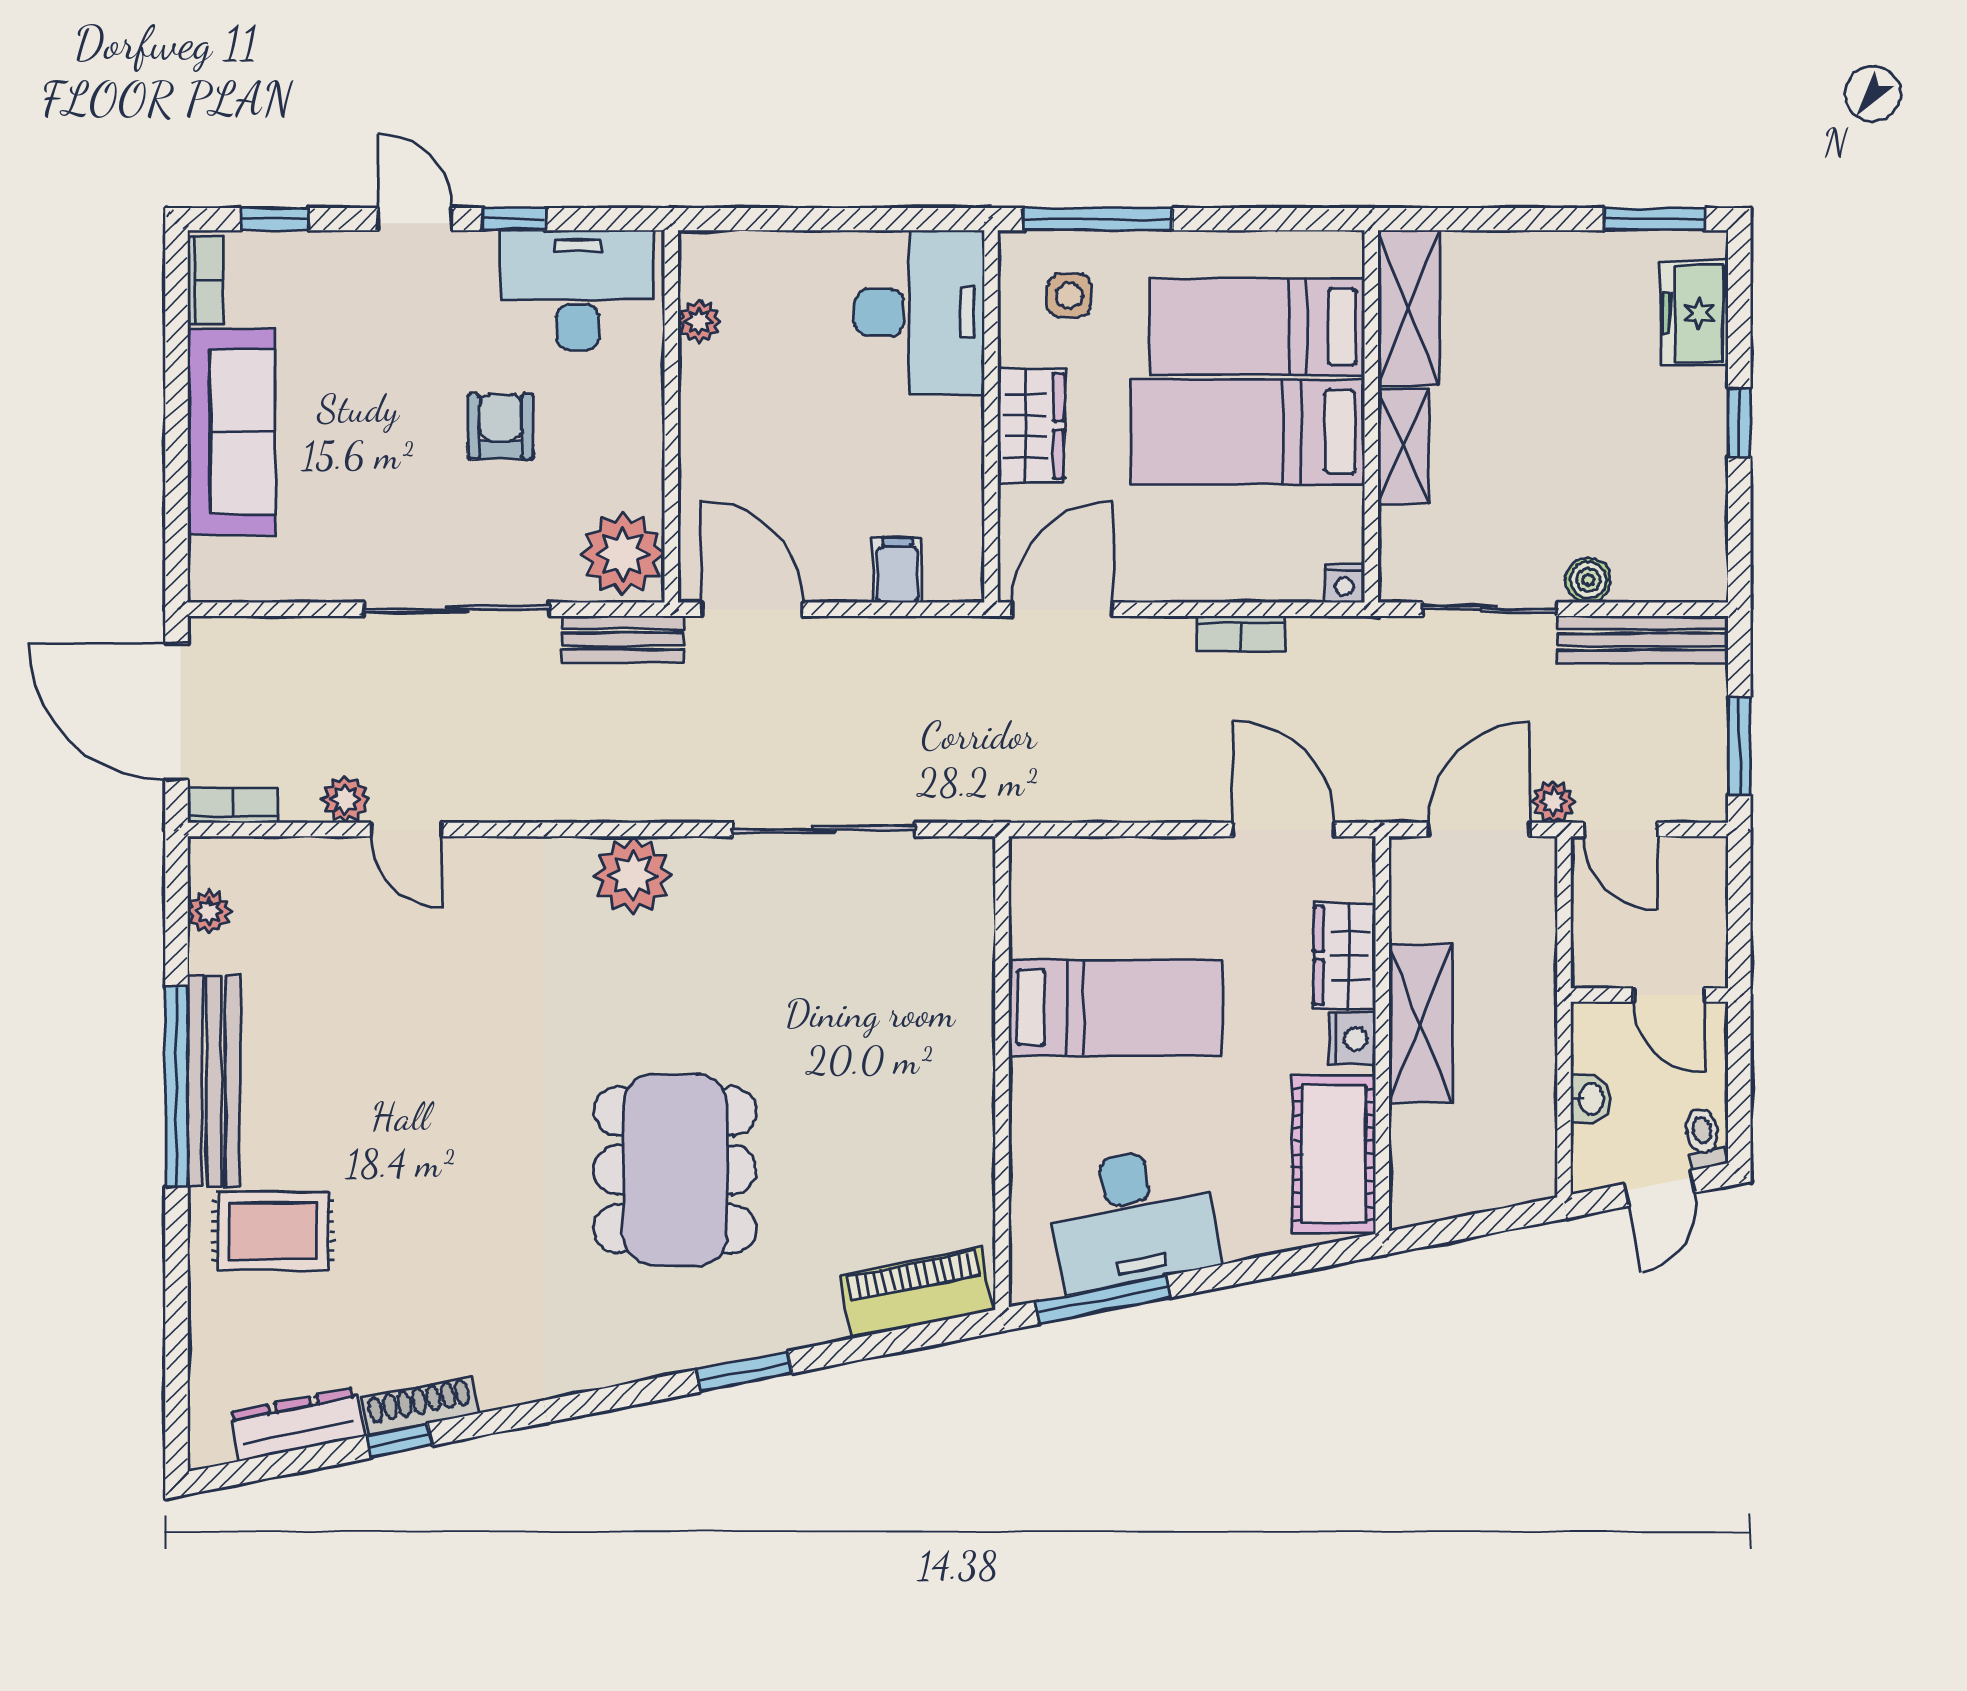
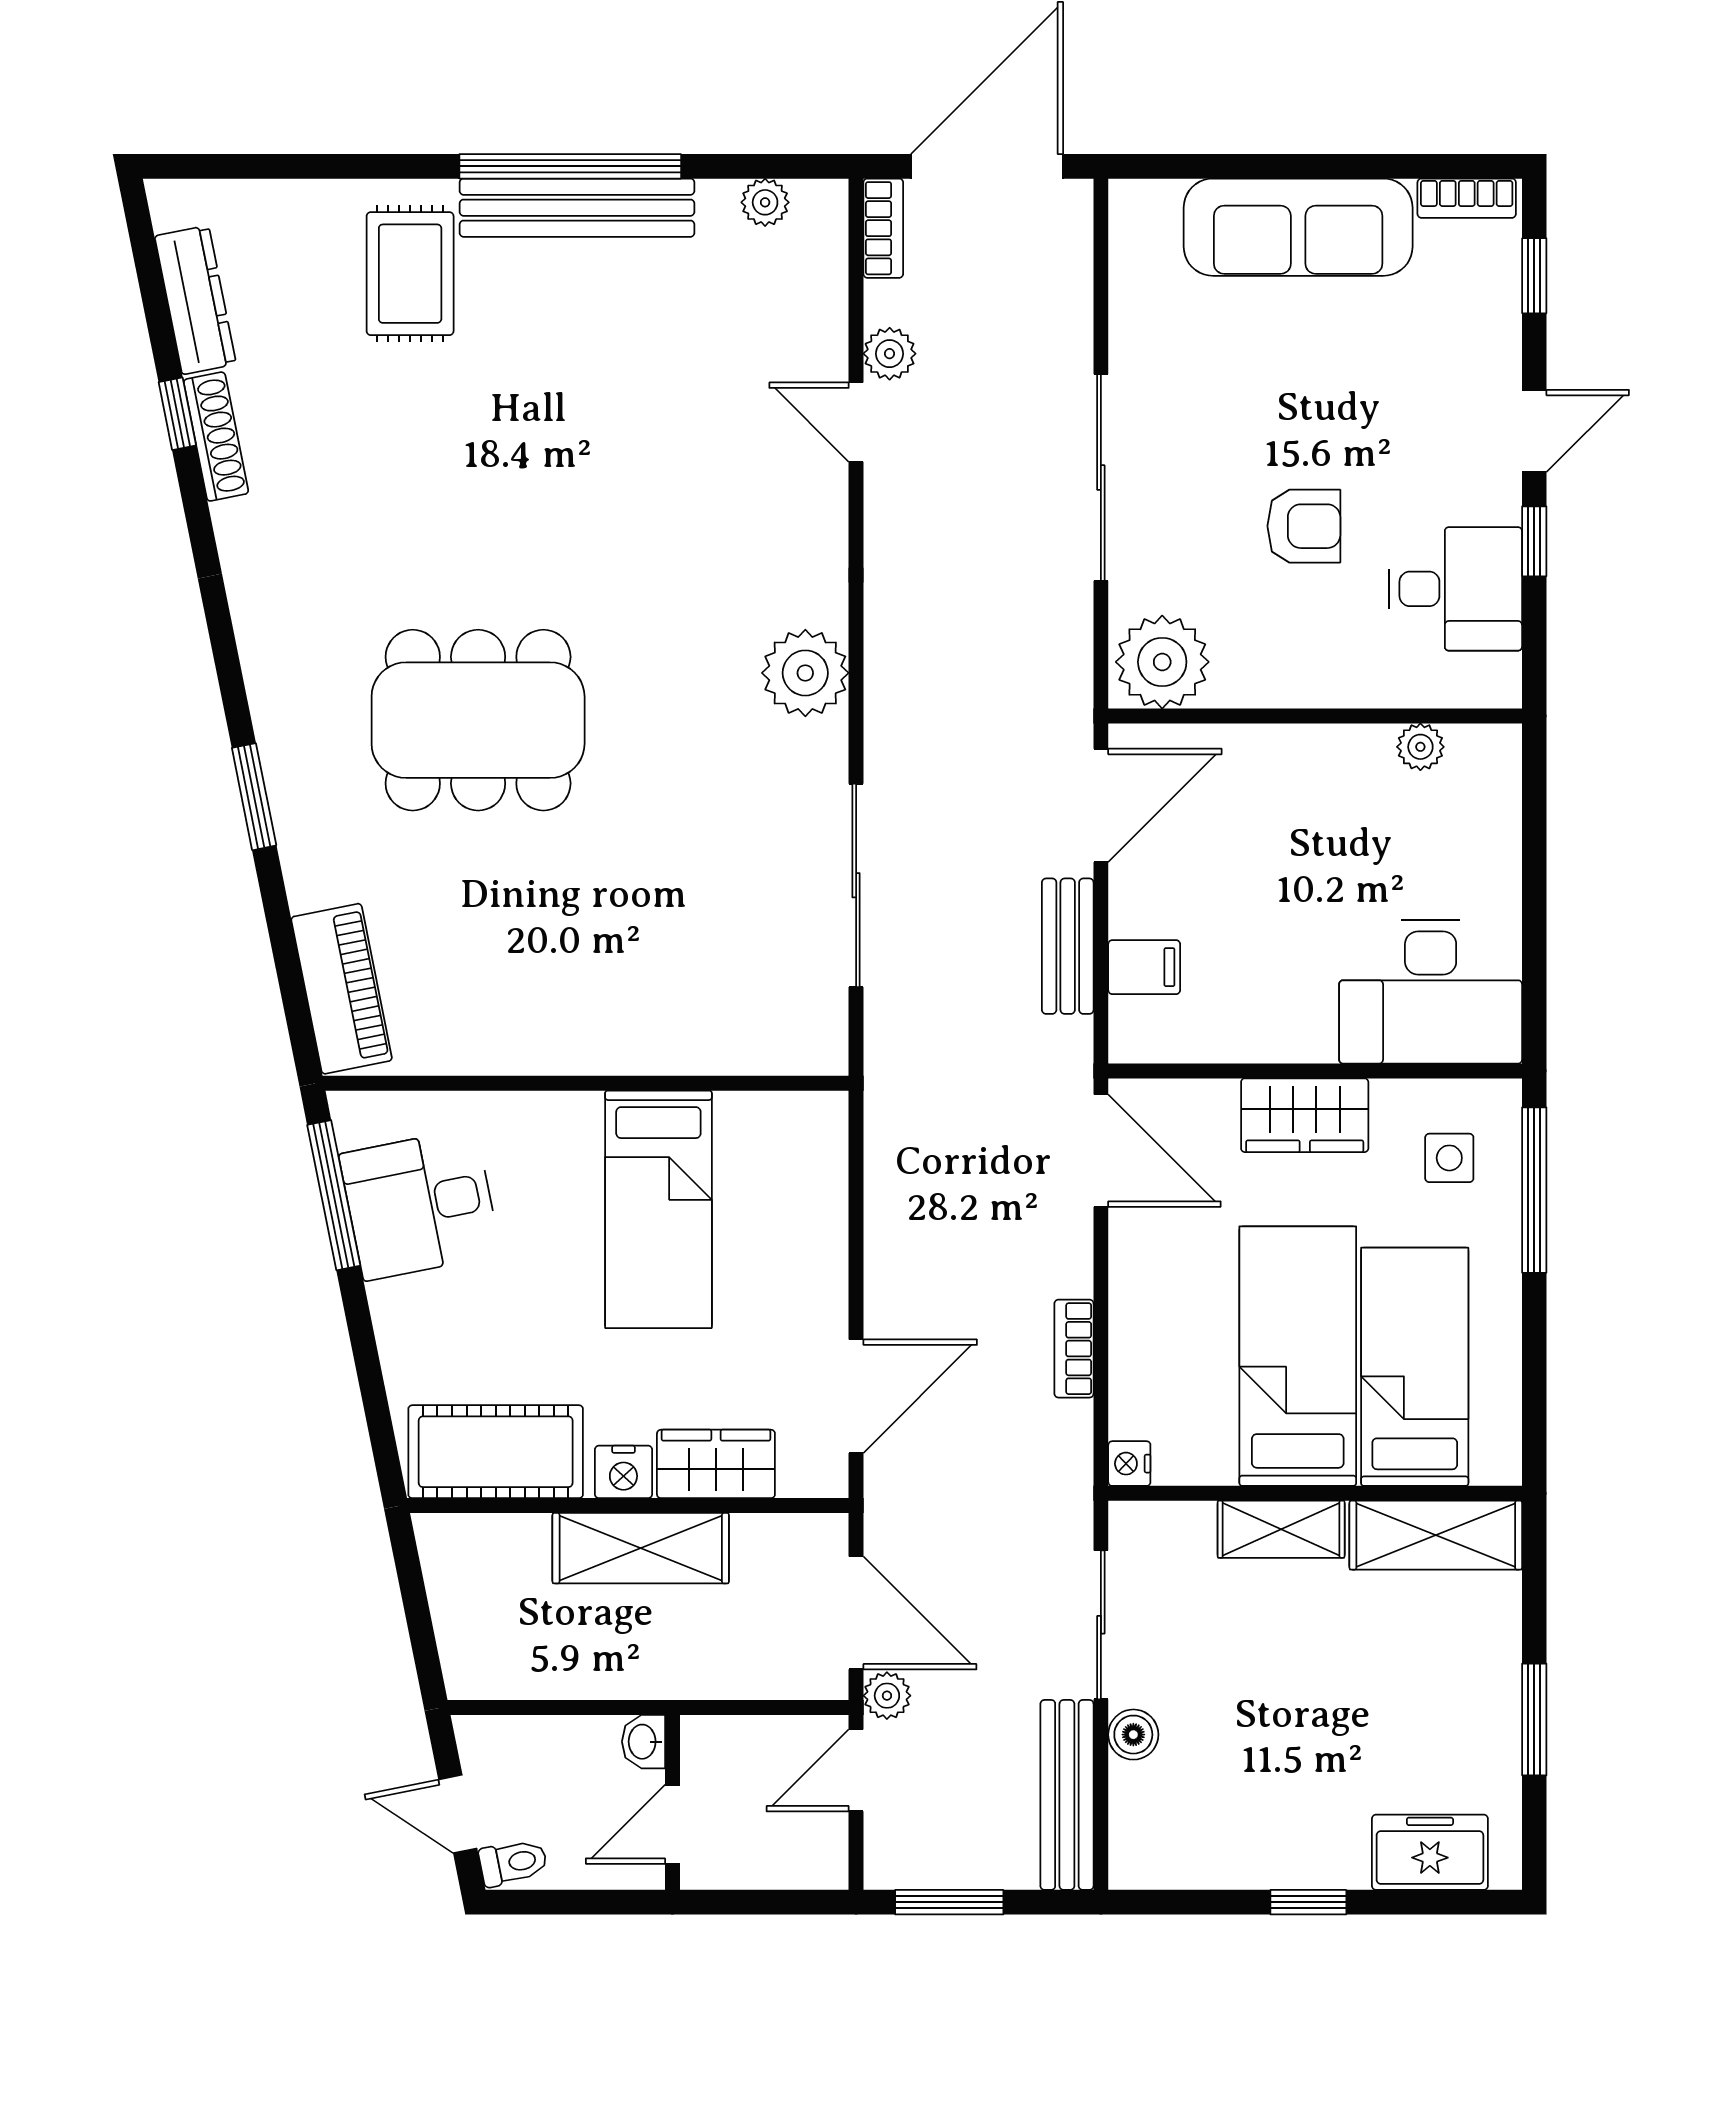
window: (1654, 219) -> (1534, 1719), moved
desk: (578, 290) -> (1455, 589), width x0.73
bench: (623, 639) -> (1068, 946), moved
door: (407, 830) -> (856, 422), hinge flipped
washbasin: (1590, 1099) -> (643, 1742), moved, turned 90
desk: (1132, 1218) -> (420, 1204), width x0.73

